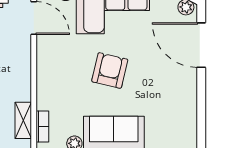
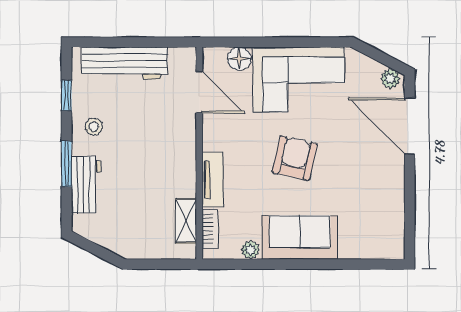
tv unit: (44, 88) -> (213, 180), added

